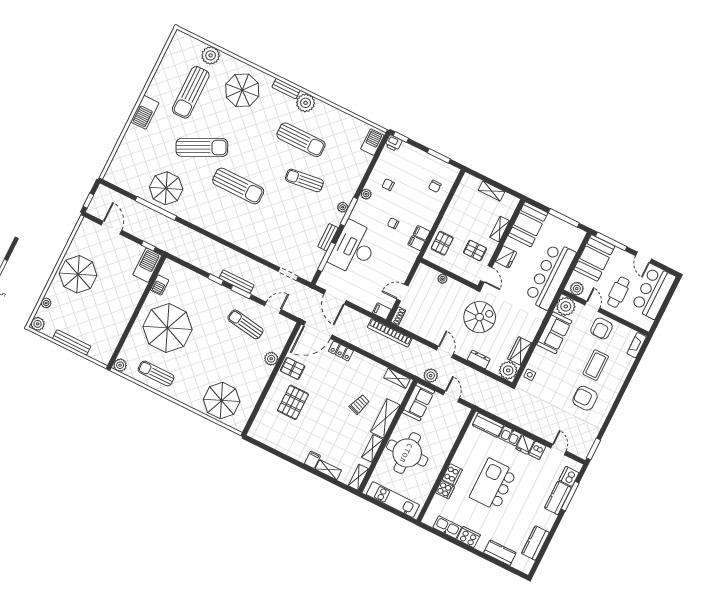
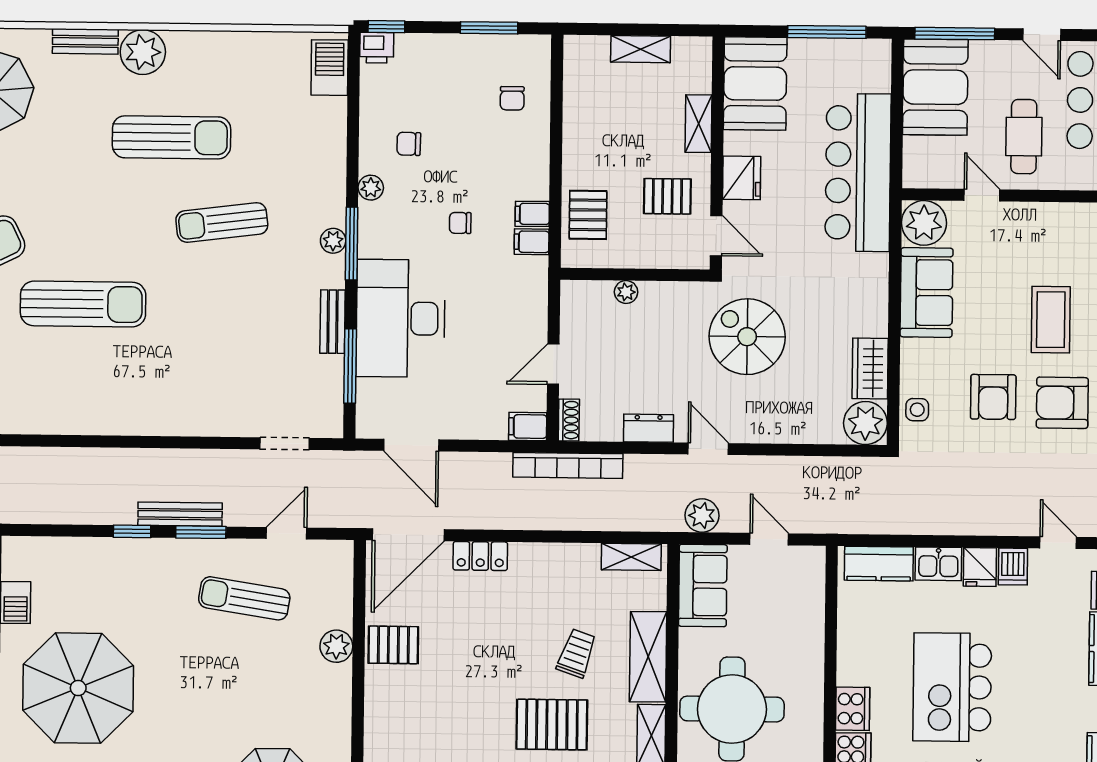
plant: (577, 289) -> (929, 173), removed
spiral stairs: (480, 317) -> (747, 337), turned -90
armchair: (602, 329) -> (993, 397), moved
dresser: (479, 359) -> (649, 428), moved
pallet: (293, 402) -> (552, 725), moved, turned 90

